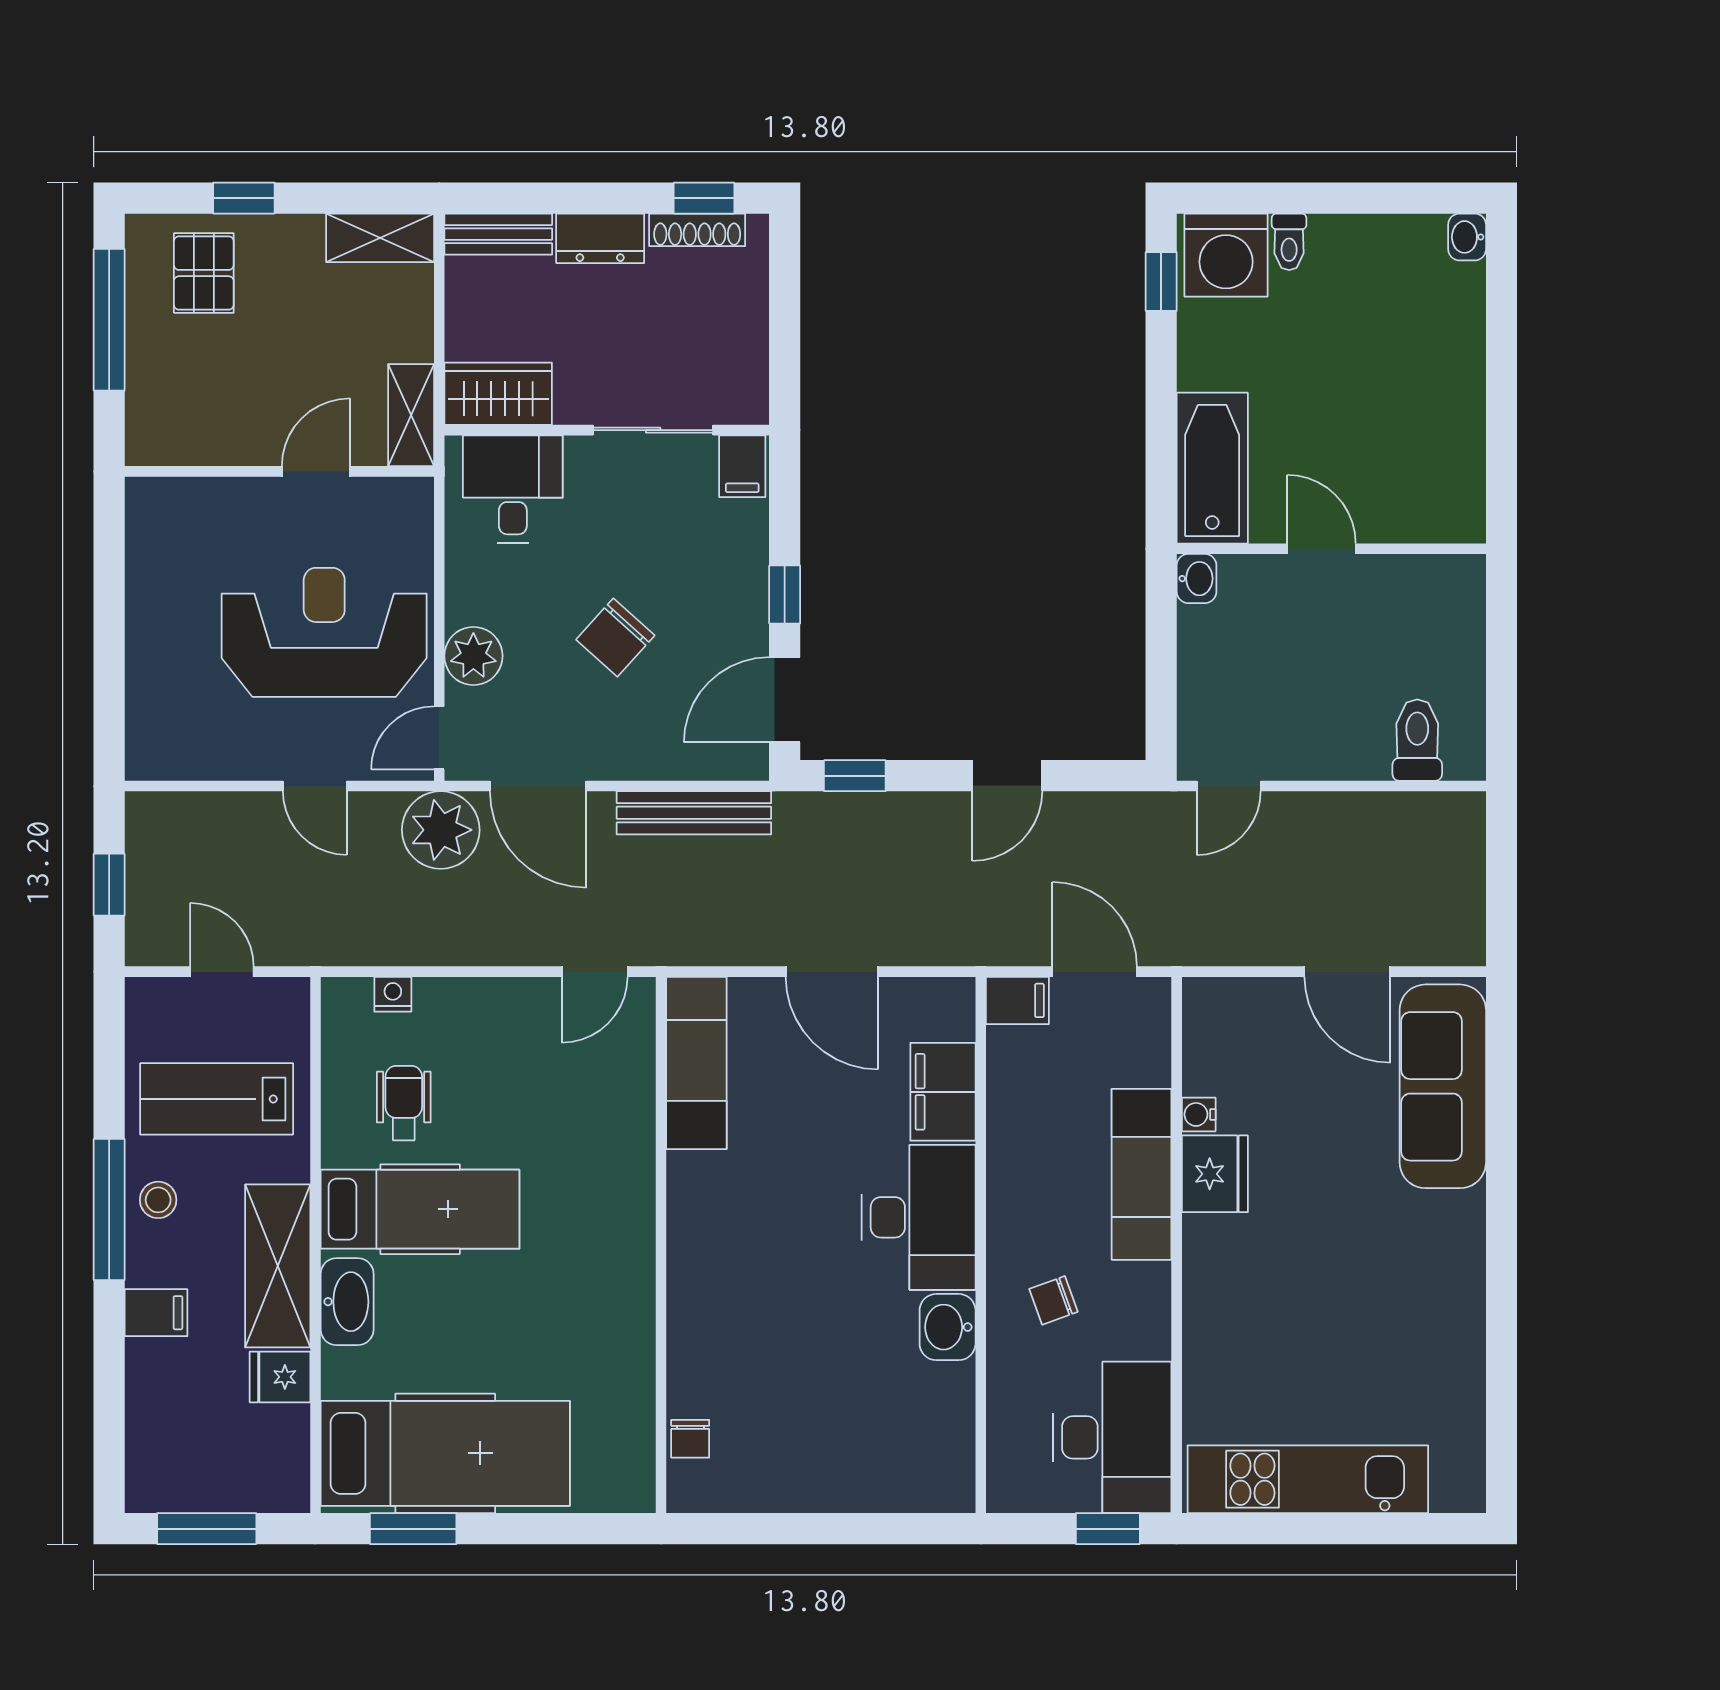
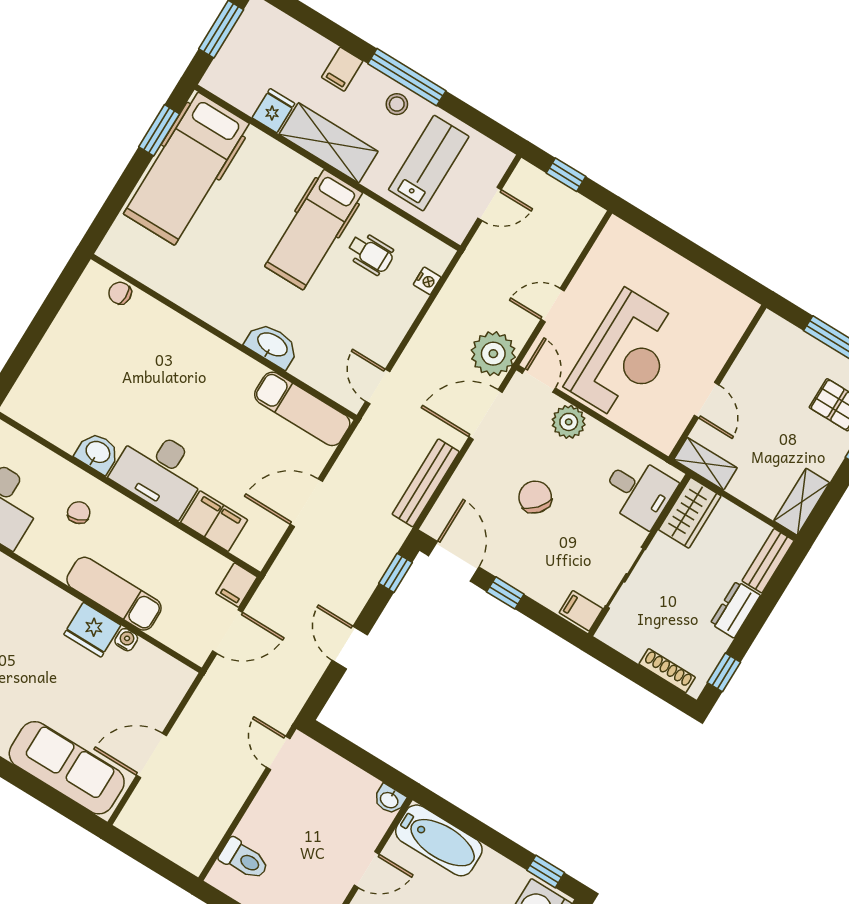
shoe rack: (697, 230) -> (667, 671), moved, turned 90
washbasin: (347, 1302) -> (272, 345), moved, turned 180

